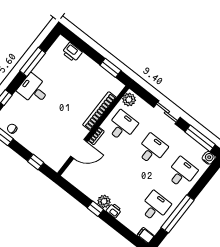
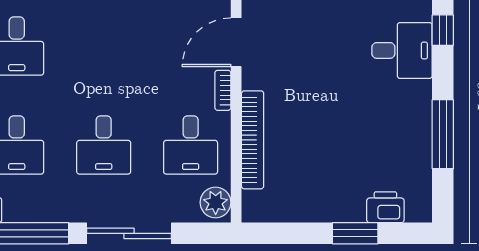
window: (110, 68) -> (355, 233), moved
desk: (34, 90) -> (402, 50), moved
sliding door: (167, 112) -> (129, 233), width x1.37

